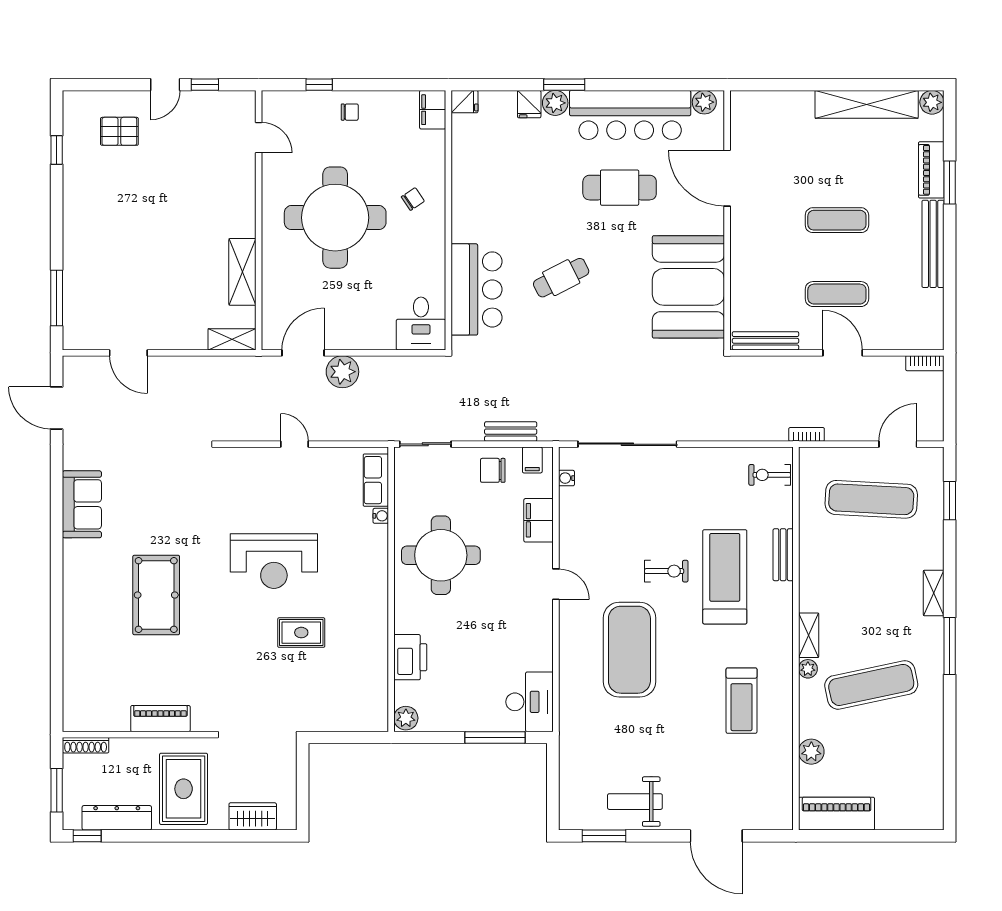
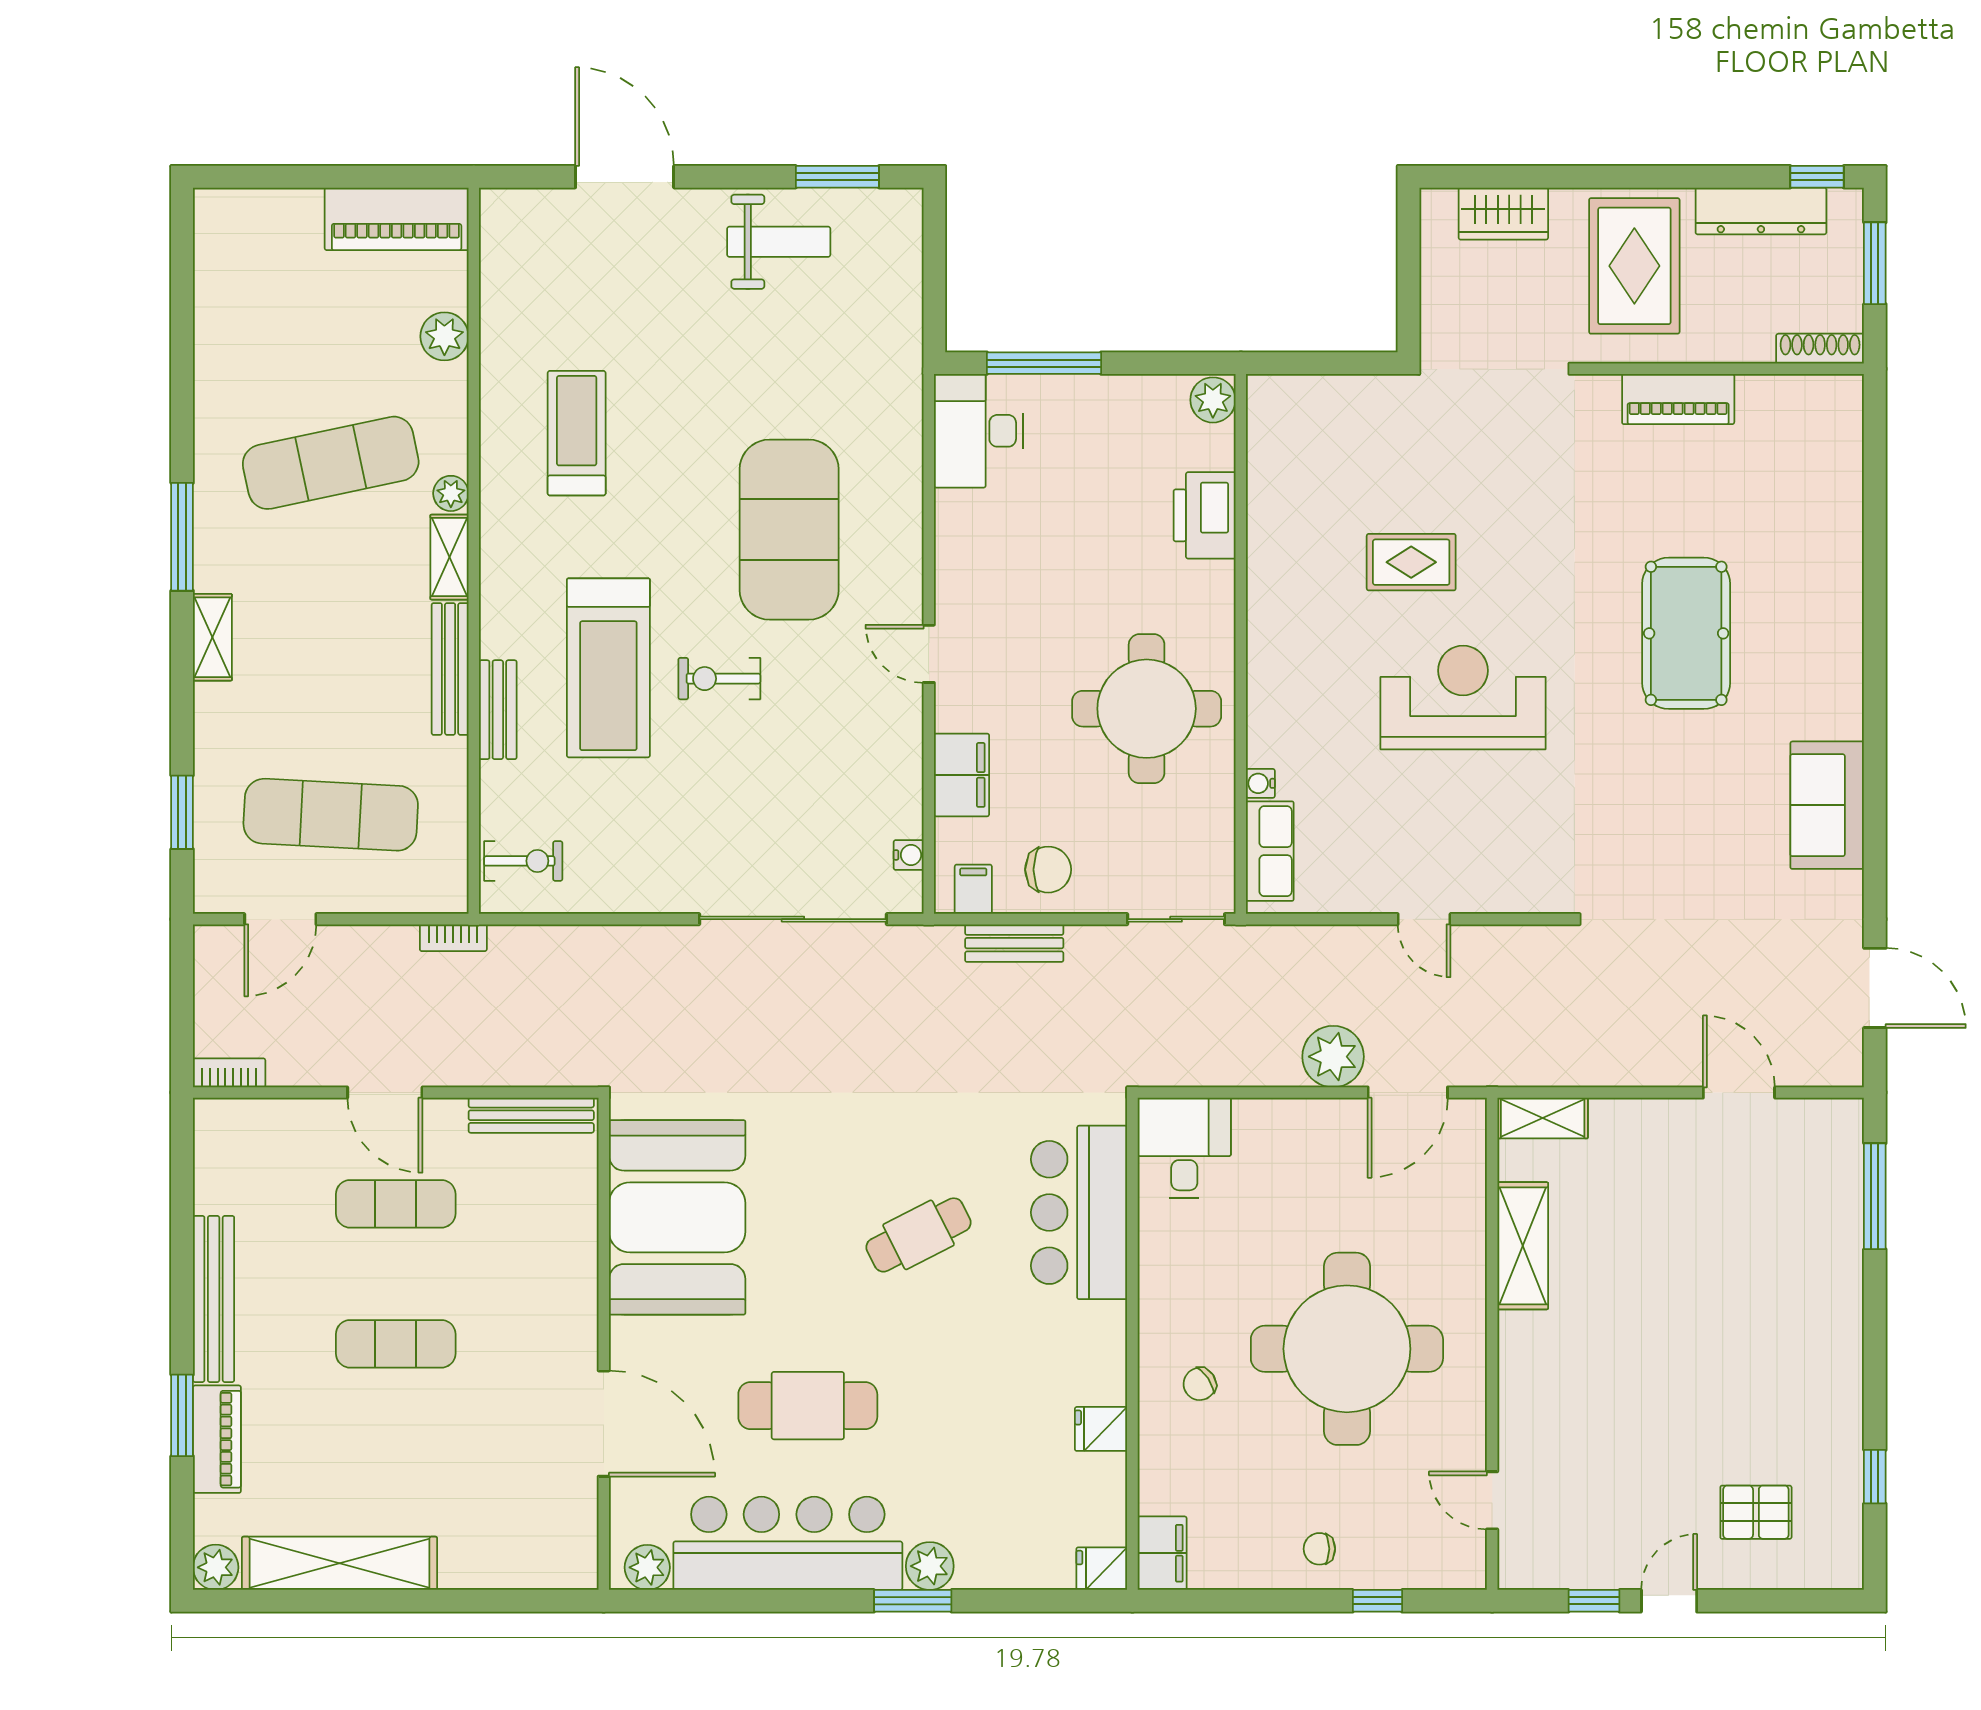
fridge: (529, 104) -> (1101, 1429), moved, turned -90
bench: (808, 576) -> (450, 669), added

